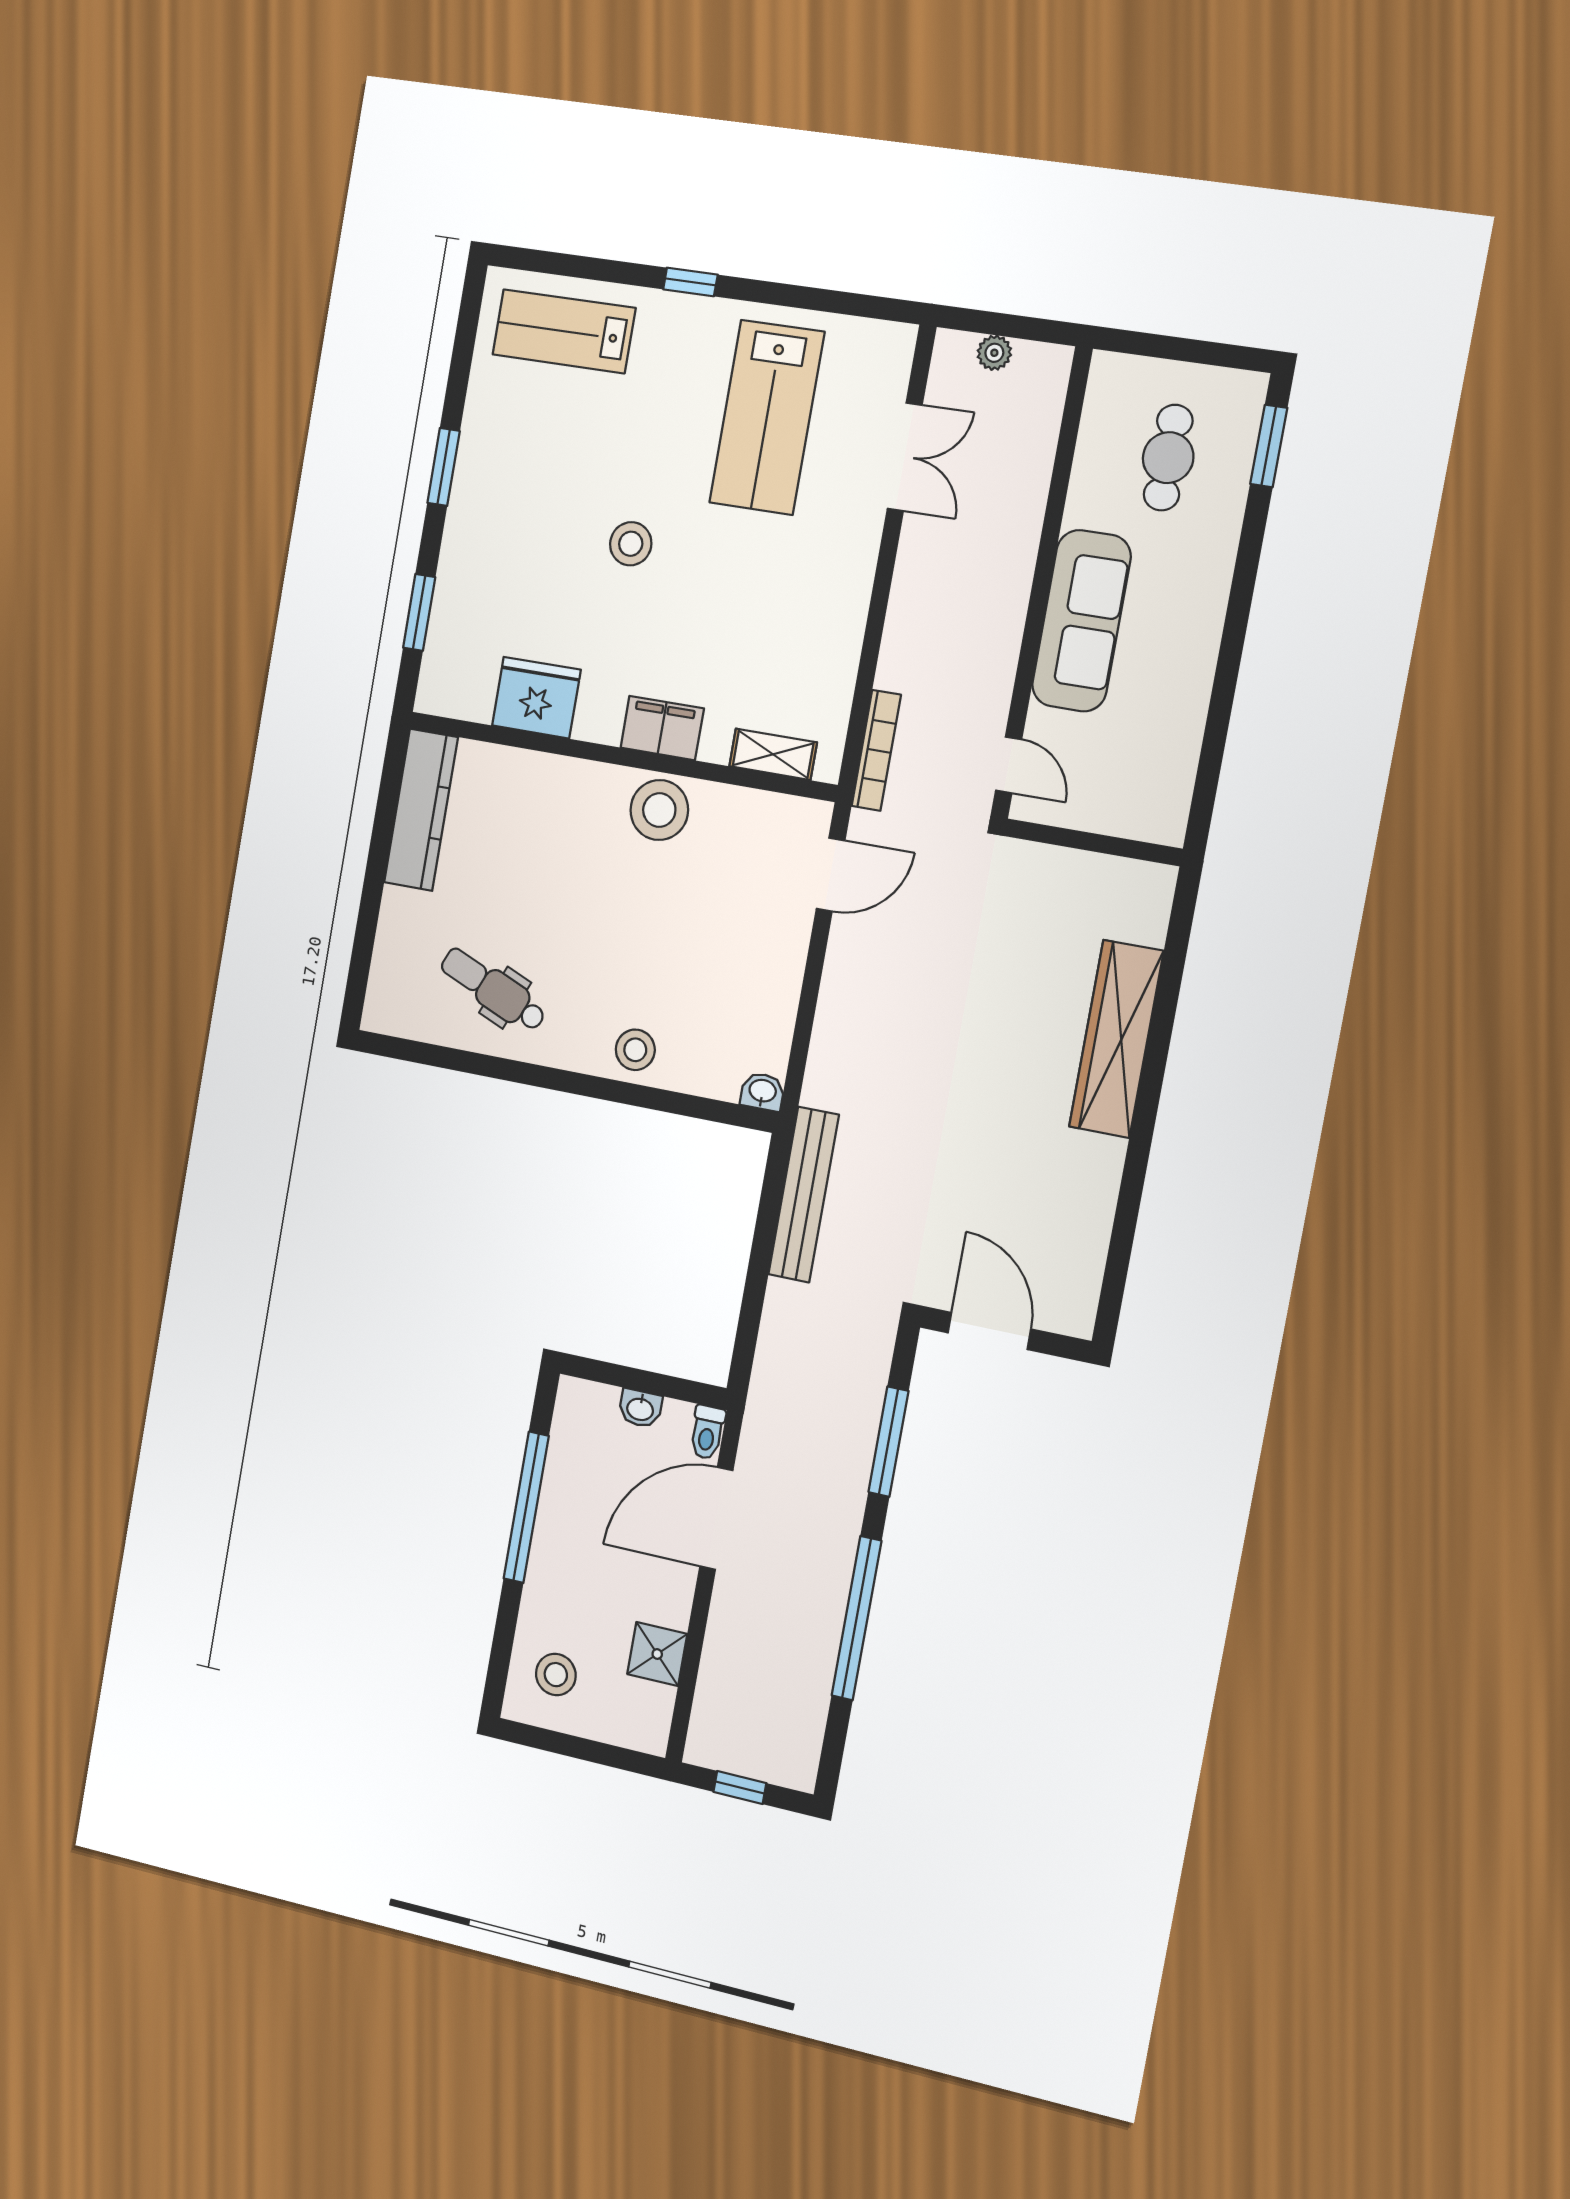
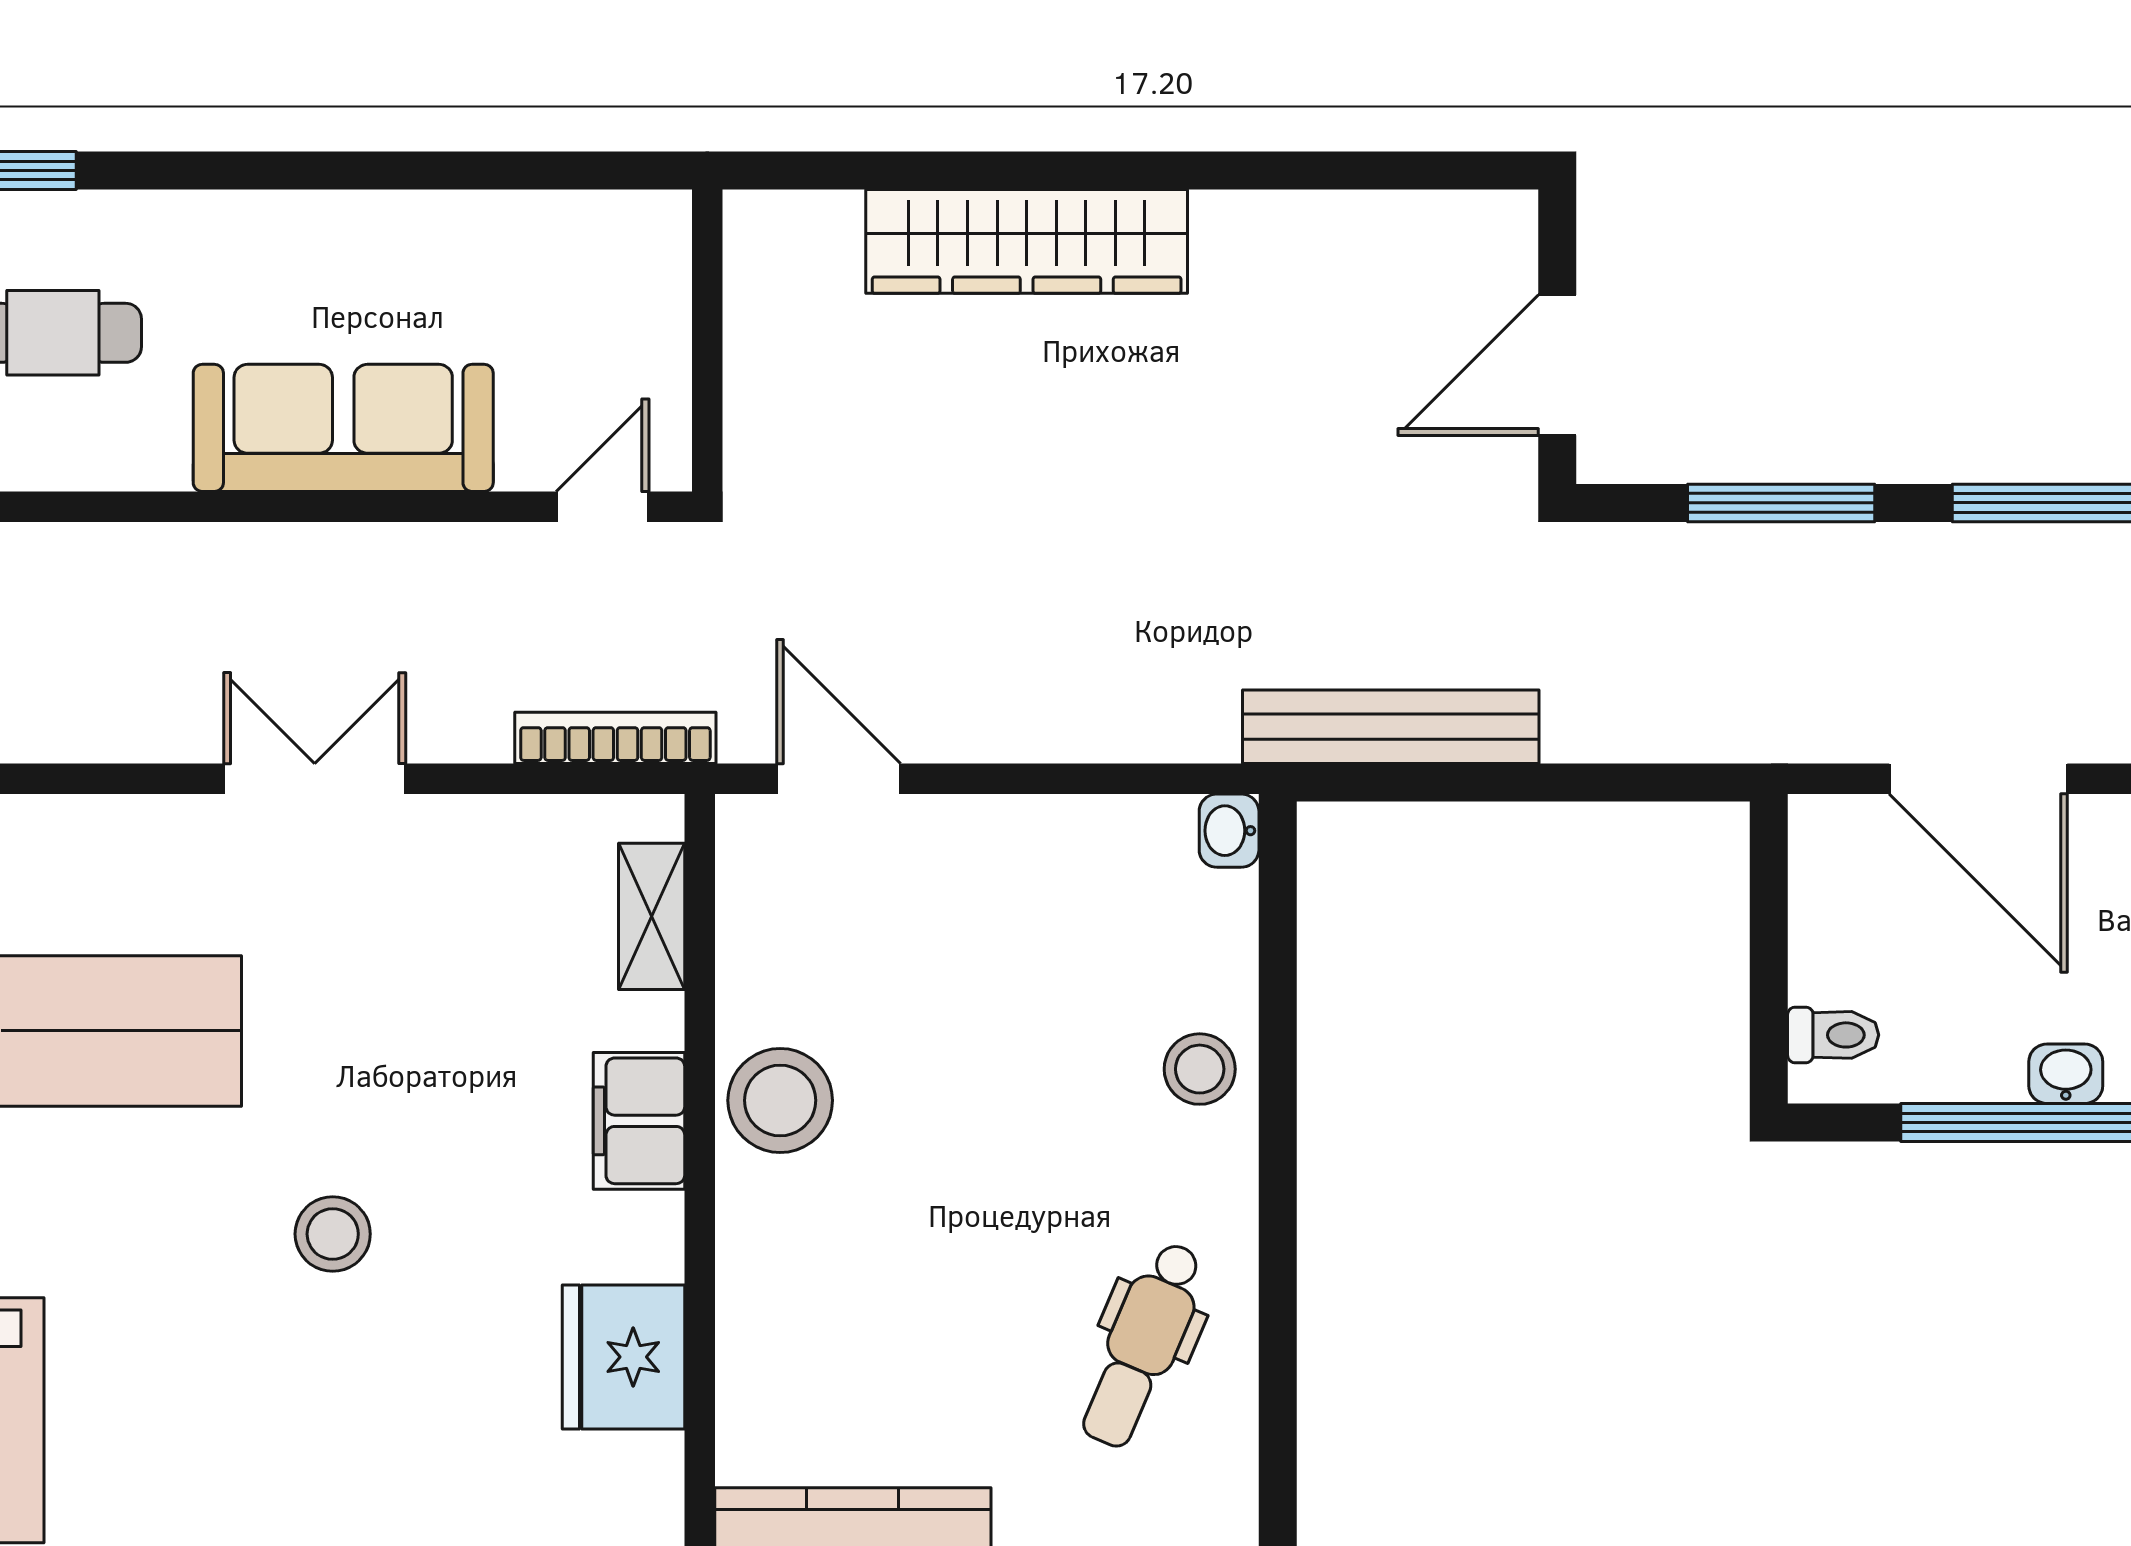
double door: (905, 457) -> (315, 779), moved
washbasin: (640, 1408) -> (2066, 1074), moved, turned -90
toilet: (707, 1432) -> (1833, 1035), moved

